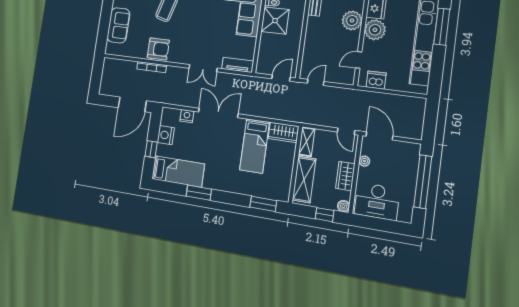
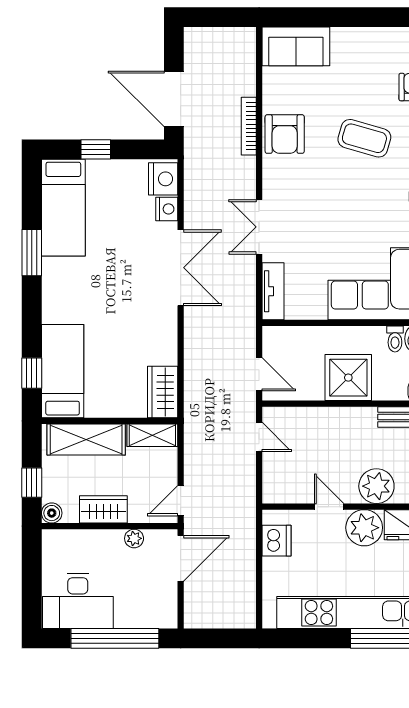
shower: (275, 21) -> (348, 378), moved
sofa: (118, 25) -> (296, 46), moved
door: (359, 60) -> (329, 507), moved
nightstand: (166, 135) -> (163, 179), moved, turned 90
bed: (254, 146) -> (63, 371), moved, turned 90
desk: (377, 201) -> (78, 601), moved, turned -90
window: (263, 204) -> (32, 373), width x0.67

